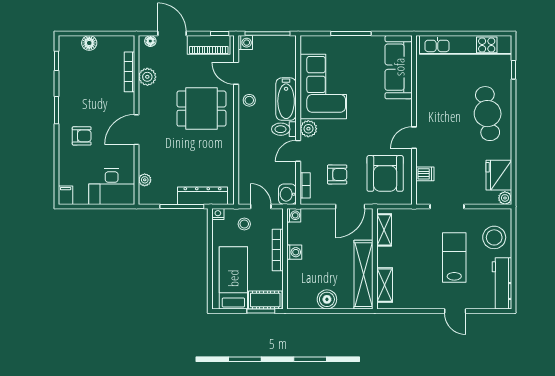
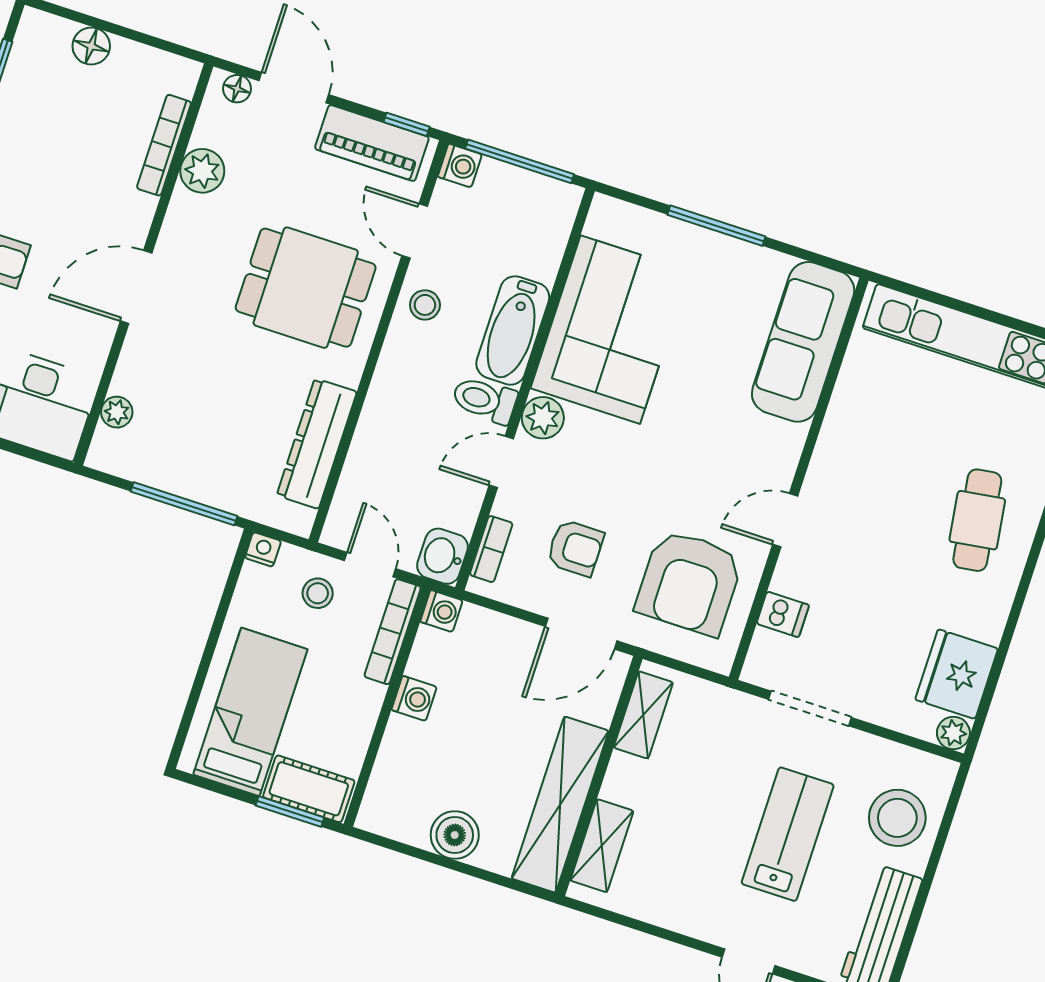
cafe table: (488, 114) -> (977, 520), width x0.73, depth x0.74
dresser: (202, 196) -> (317, 444), moved, turned -90
bookcase: (278, 250) -> (393, 632), moved

